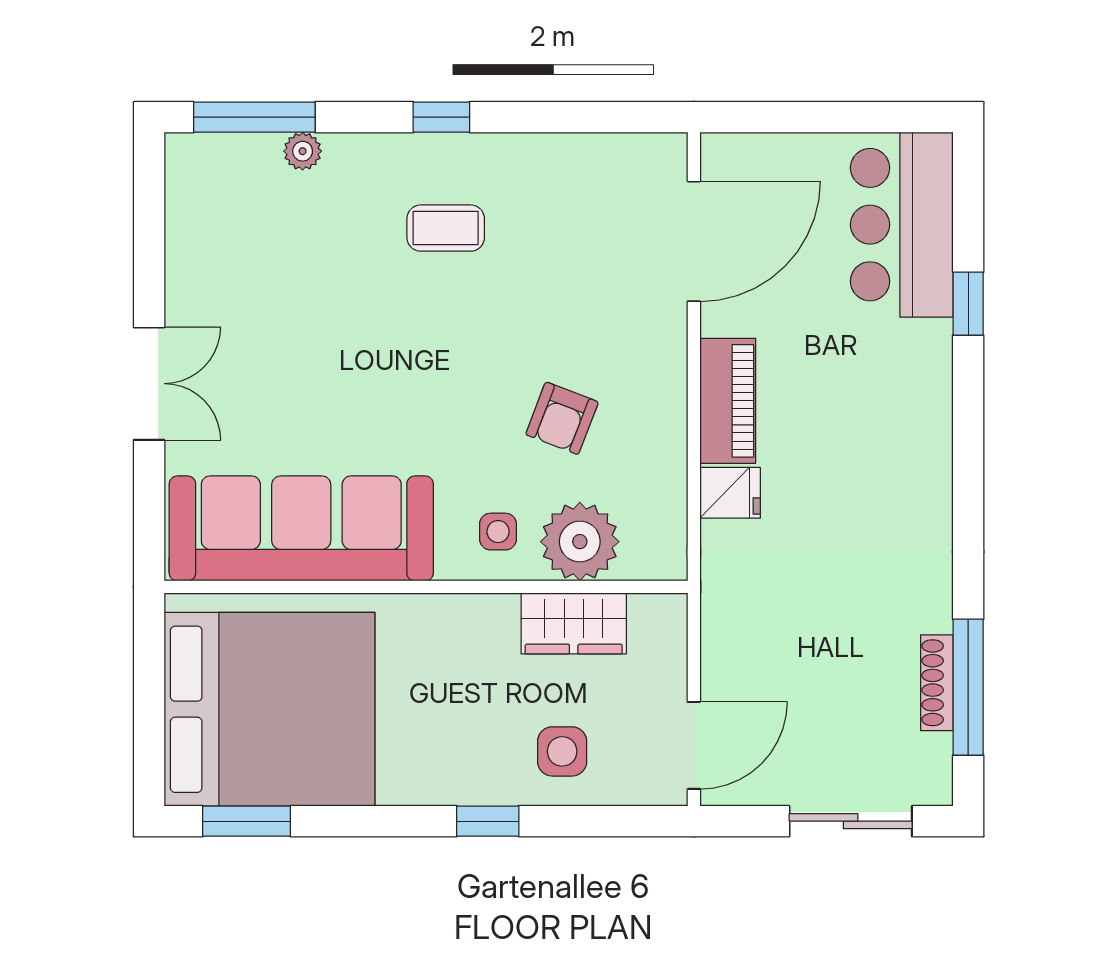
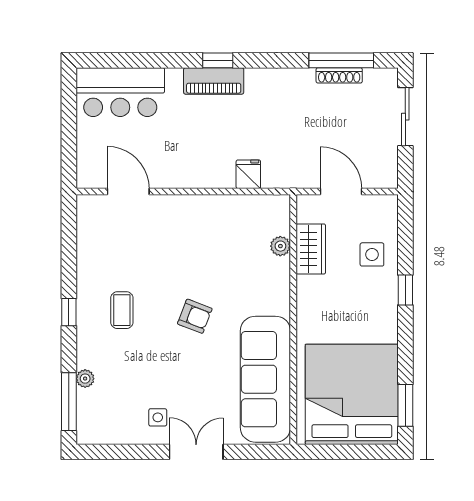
door: (694, 241) -> (128, 192), width x0.73
window: (968, 304) -> (218, 60), moved
piano: (728, 401) -> (214, 81), moved, turned 180
armchair: (562, 418) -> (195, 316), moved
side table: (498, 532) -> (158, 417), moved
plant: (580, 542) -> (280, 246), width x0.53, depth x0.53
door: (694, 745) -> (341, 192), moved

